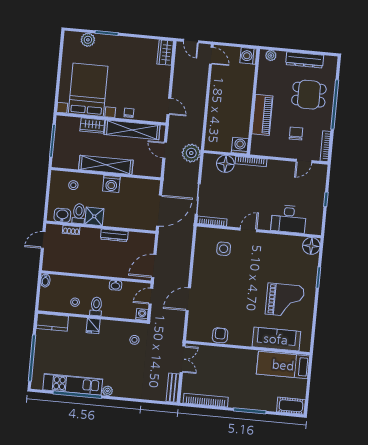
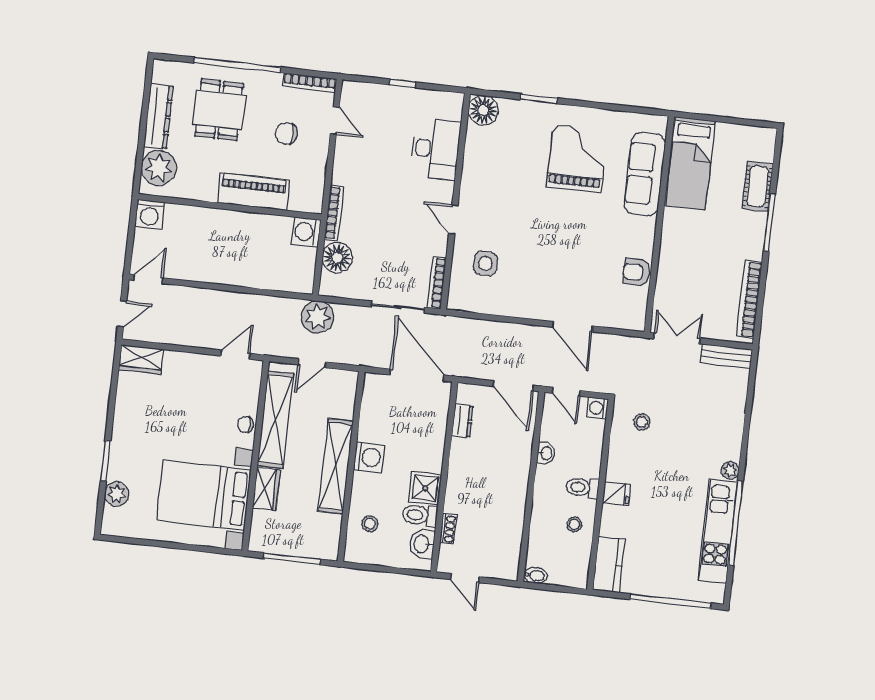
plant: (271, 55) -> (159, 168), width x1.87, depth x1.87
dresser: (114, 235) -> (462, 421), moved, width x0.70
cot: (291, 406) -> (758, 186), moved

